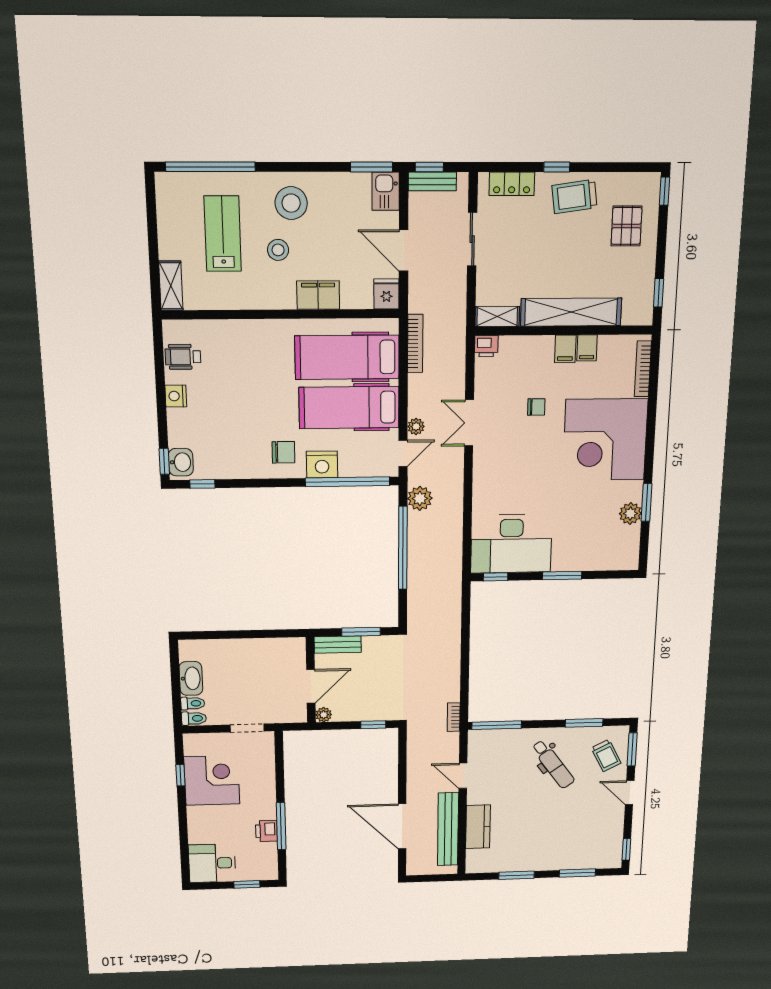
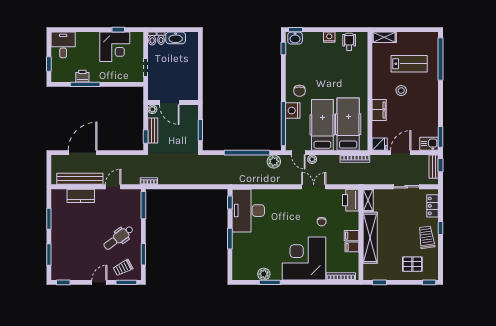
stool: (291, 203) -> (424, 97), removed
printer: (486, 346) -> (351, 200), width x1.87, depth x1.48
bench: (338, 645) -> (153, 130), moved

